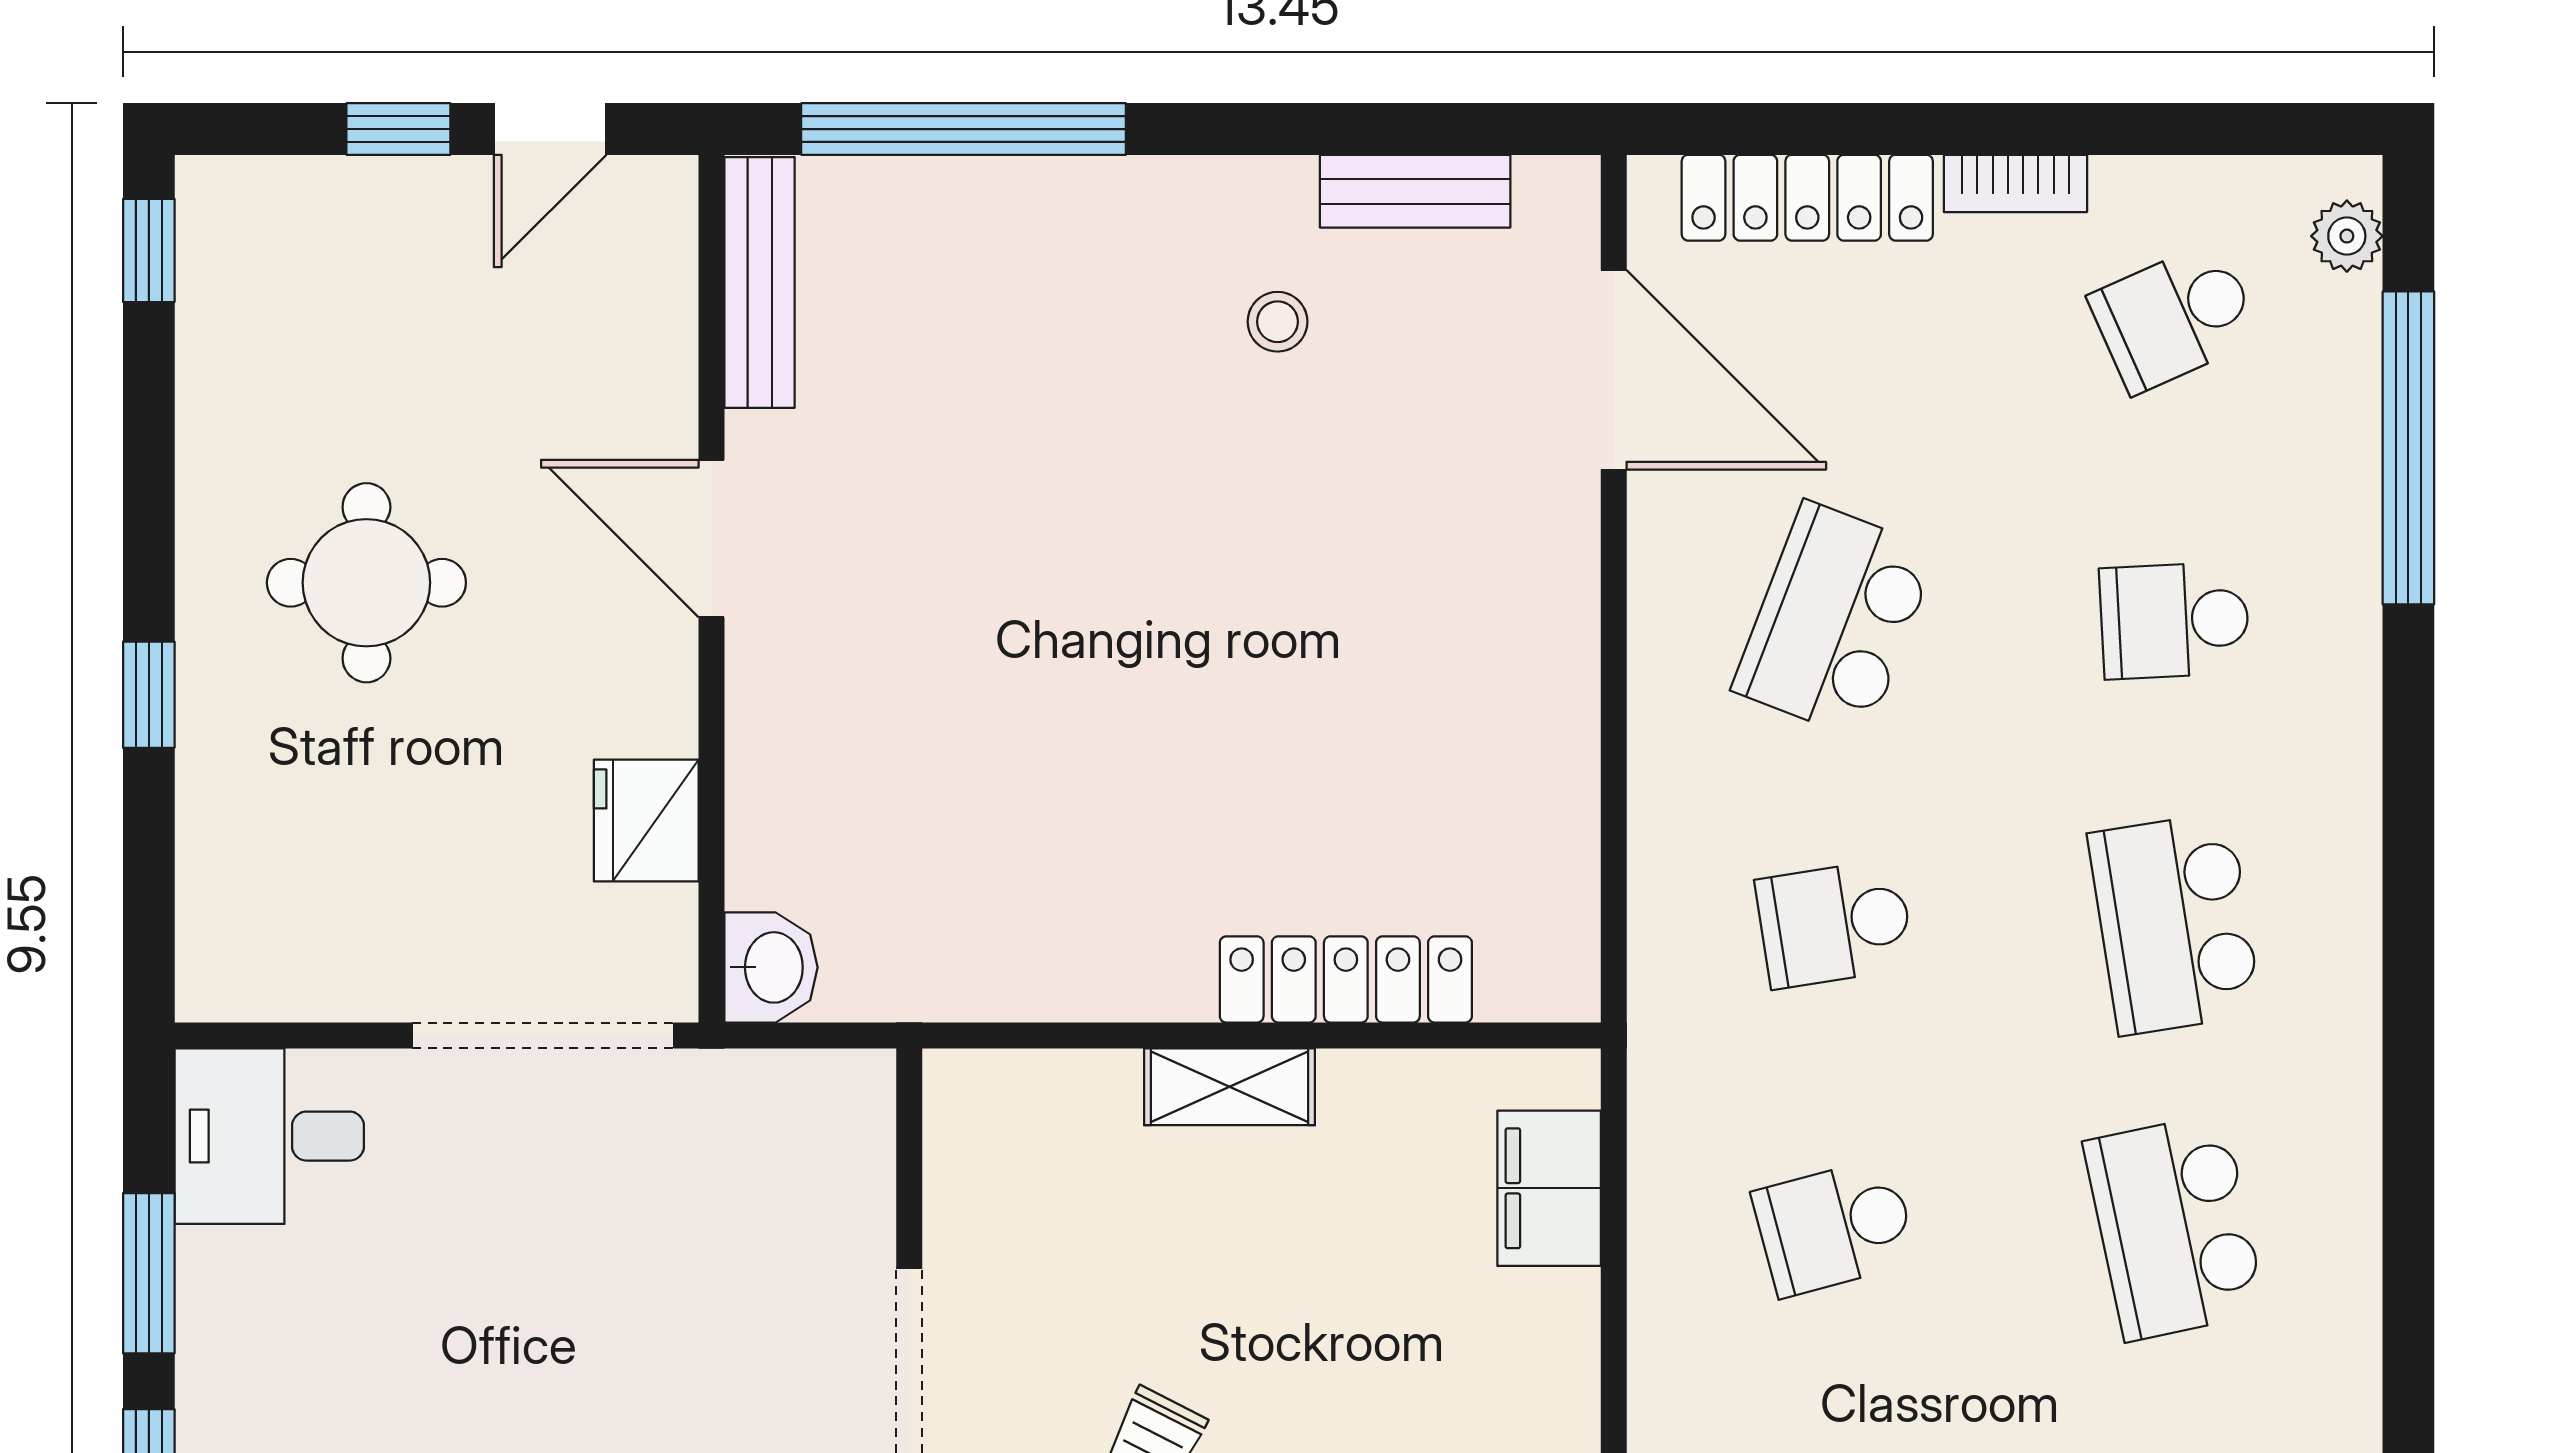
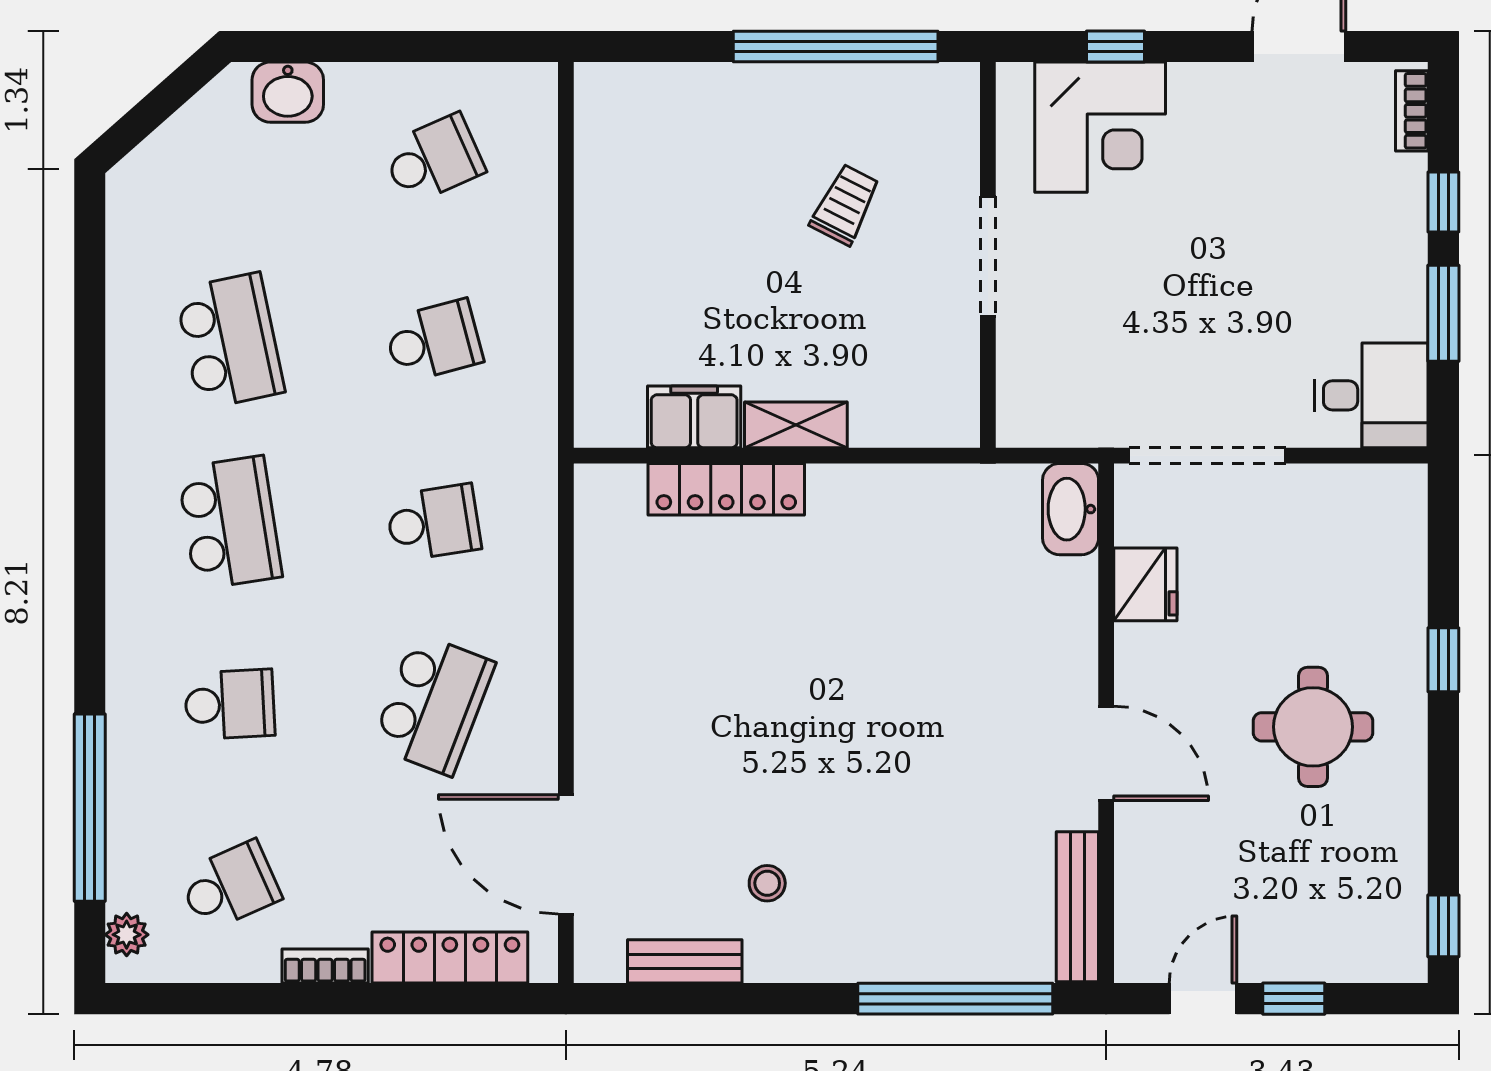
washbasin: (771, 967) -> (1071, 509), width x1.38
filing cabinet: (1549, 1188) -> (694, 417), moved, turned -90

